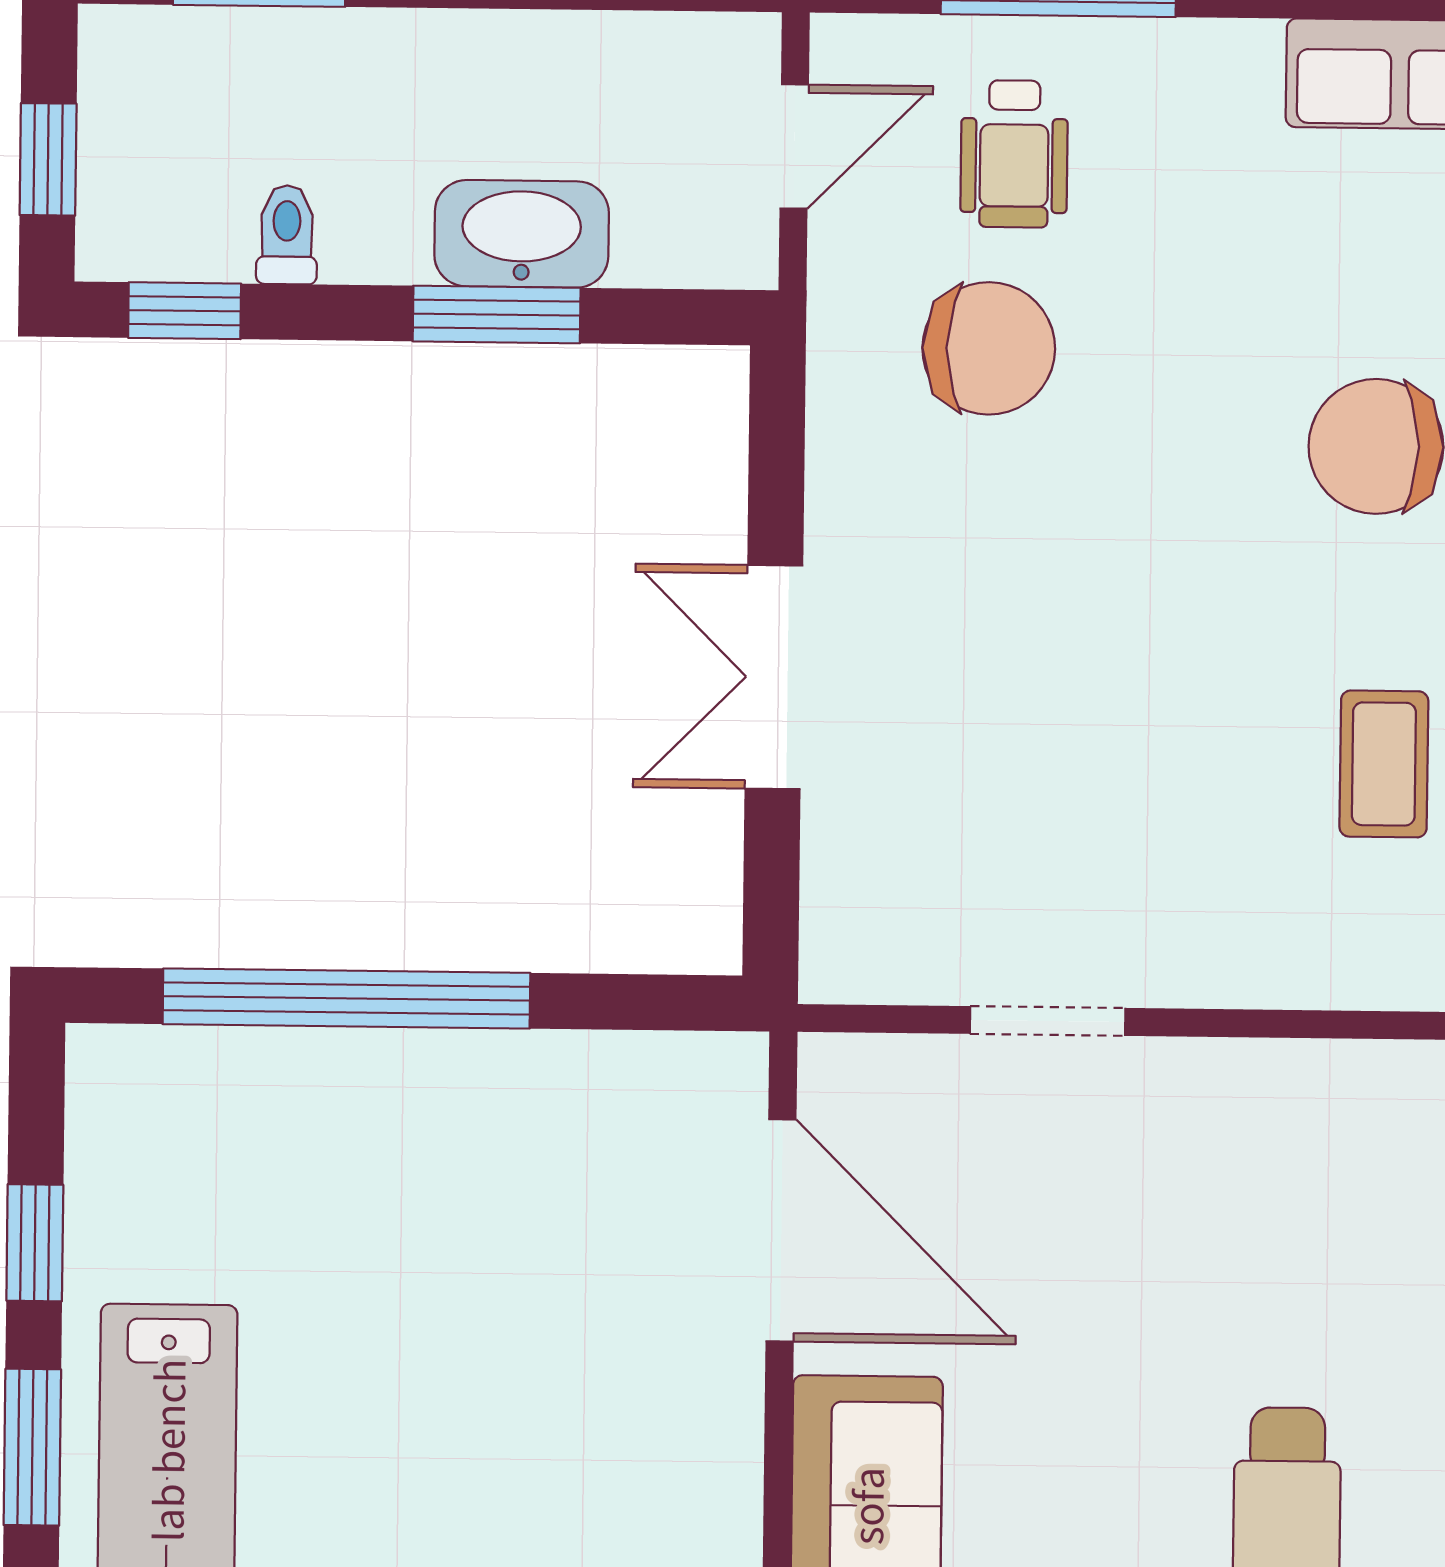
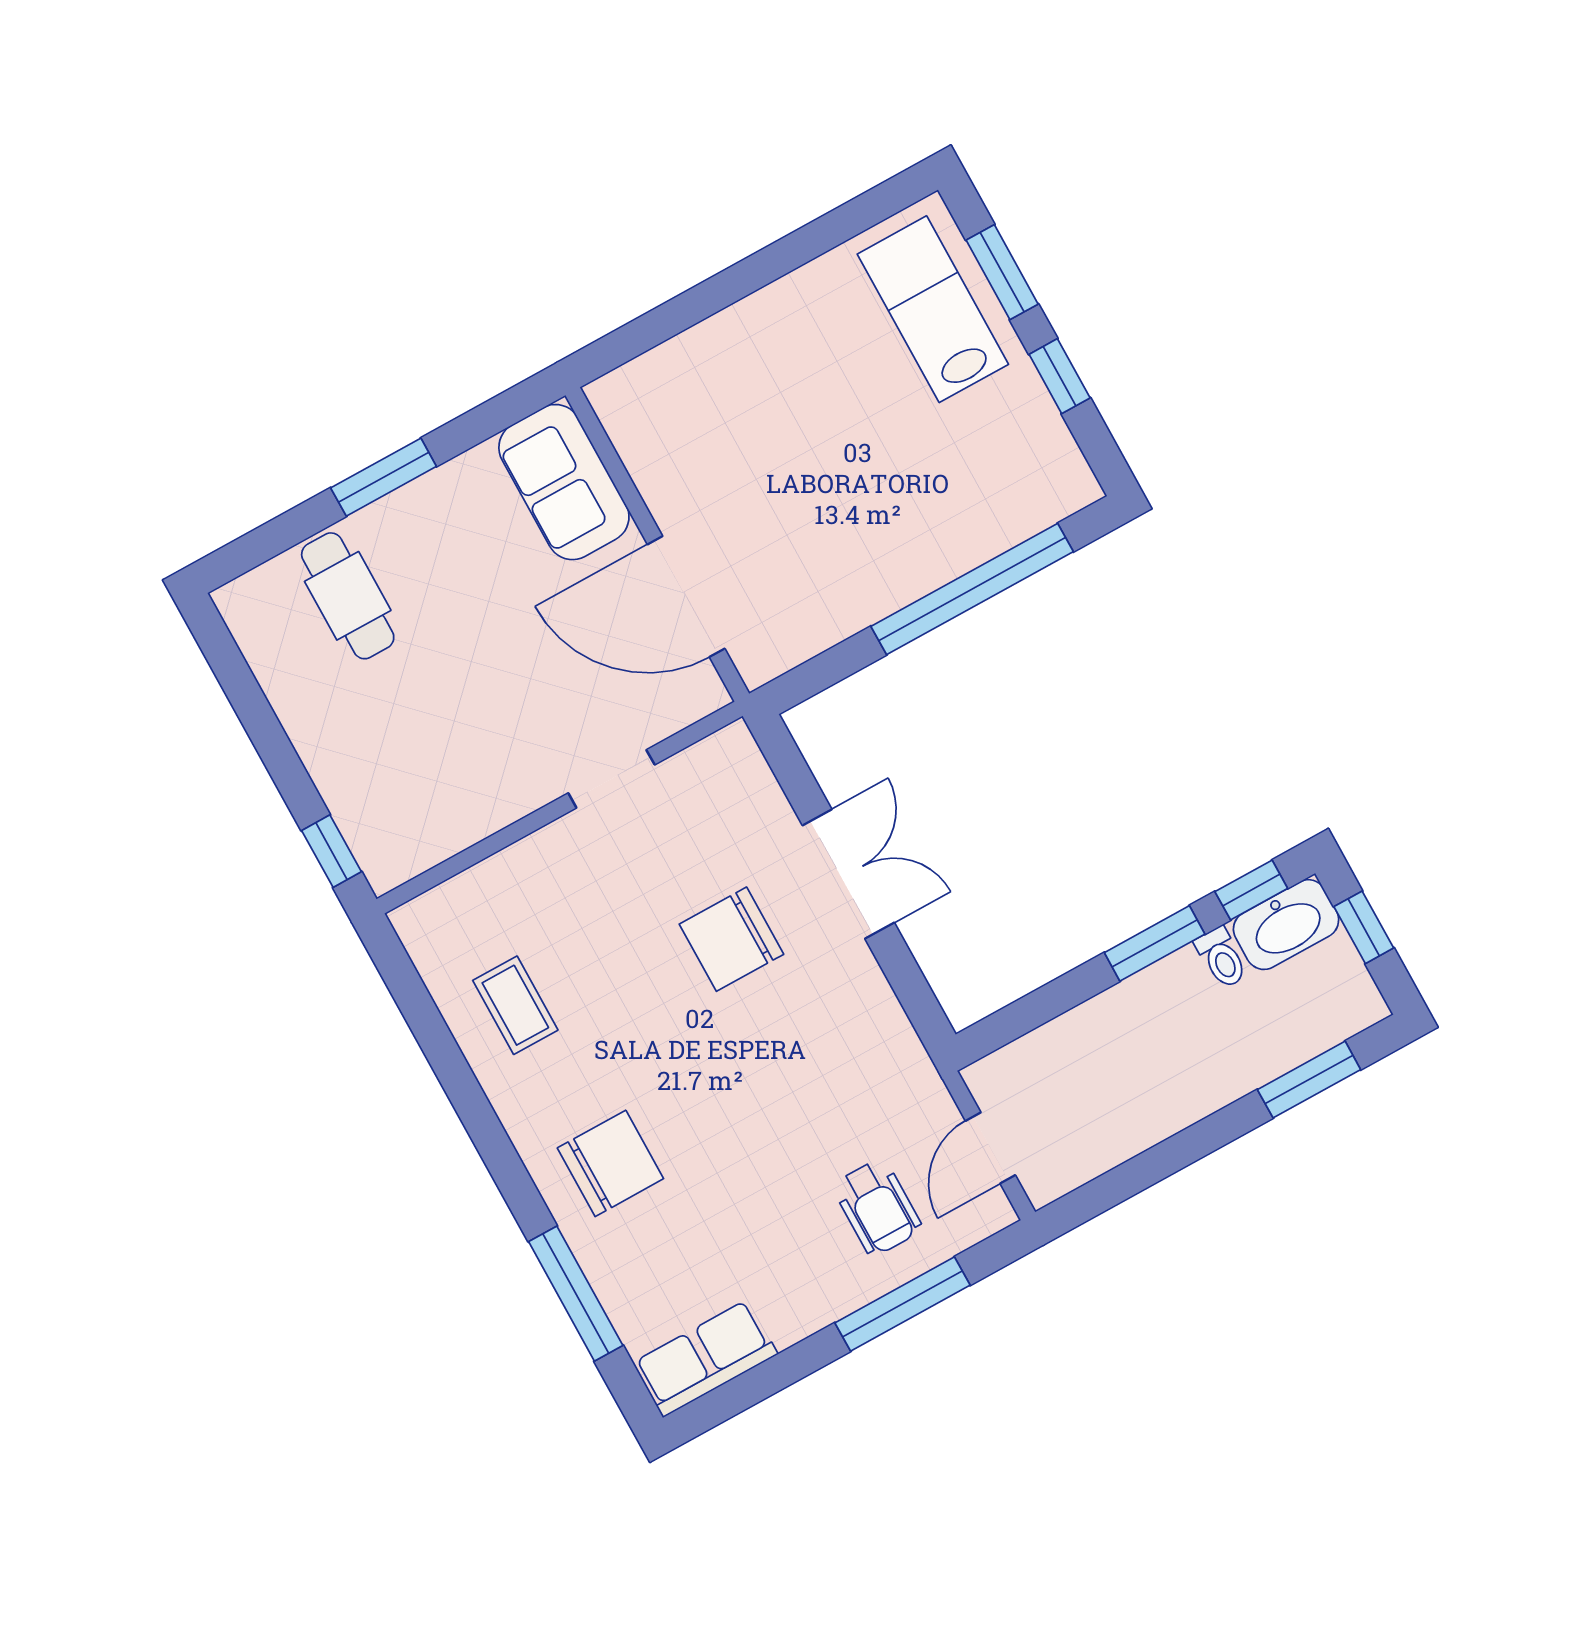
wheelchair: (1014, 154) -> (877, 1207), turned 180
washbasin: (522, 234) -> (1286, 925), moved
window: (497, 315) -> (1155, 943), moved
chair: (989, 348) -> (731, 939), moved

